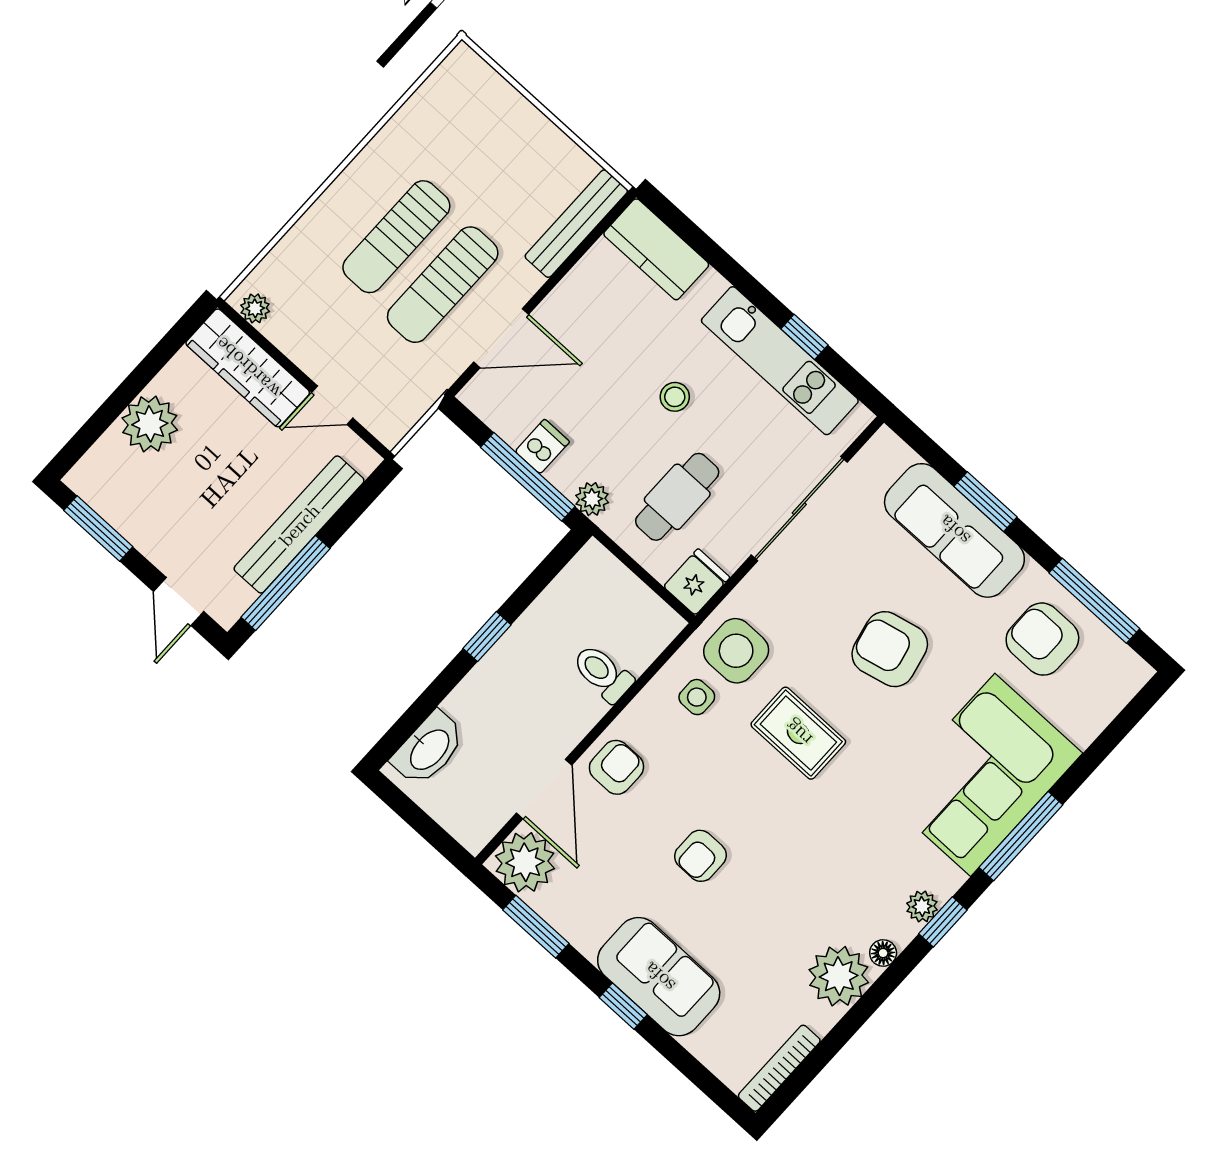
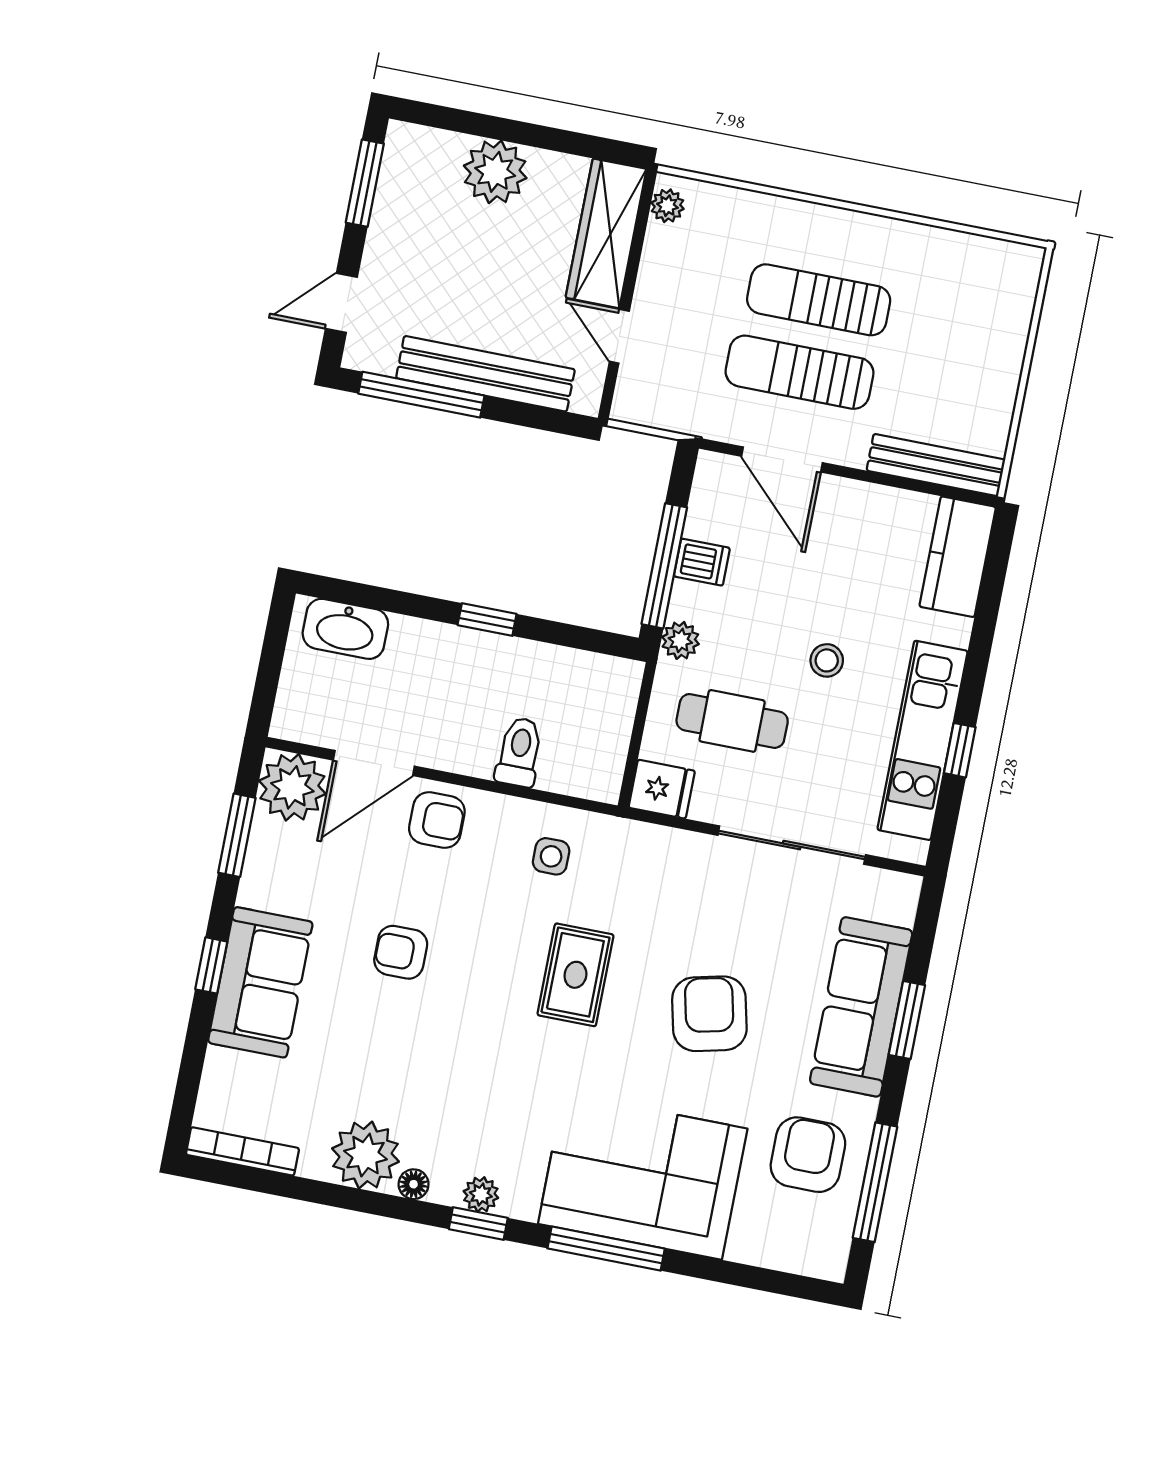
side table: (736, 651) -> (618, 867), removed

